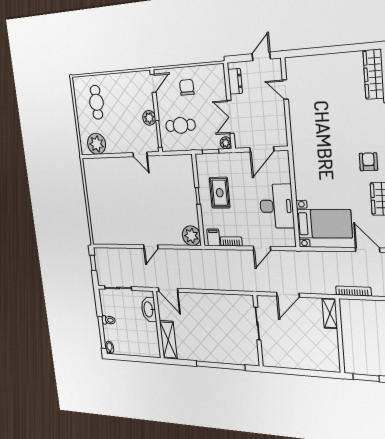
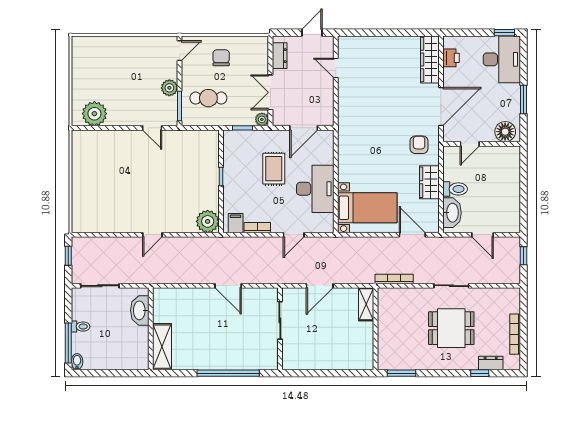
cafe table: (96, 102) -> (101, 66), removed
rug: (220, 193) -> (274, 169), moved
door: (168, 290) -> (228, 286), moved

